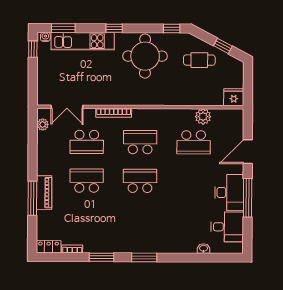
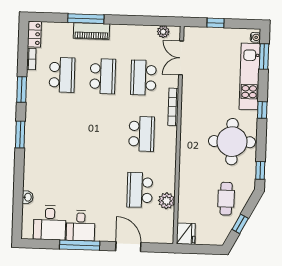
window: (33, 49) -> (215, 23), moved
school desk: (140, 181) -> (62, 75), moved
desk: (229, 192) -> (81, 226), width x0.73

